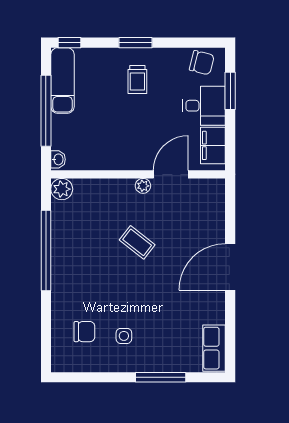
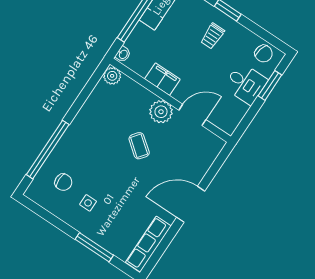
filing cabinet: (213, 145) -> (162, 79), moved, turned 90
plant: (143, 186) -> (161, 112), width x1.88, depth x1.88
window: (46, 250) -> (48, 150), moved
row of seats: (214, 348) -> (148, 244), width x1.48

